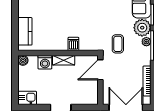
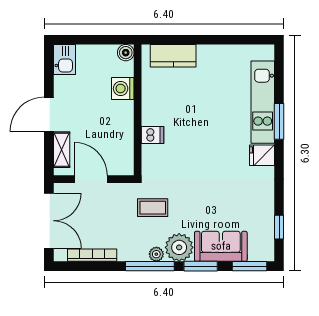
shelving: (64, 60) -> (62, 150), moved
door: (100, 70) -> (91, 179), moved

